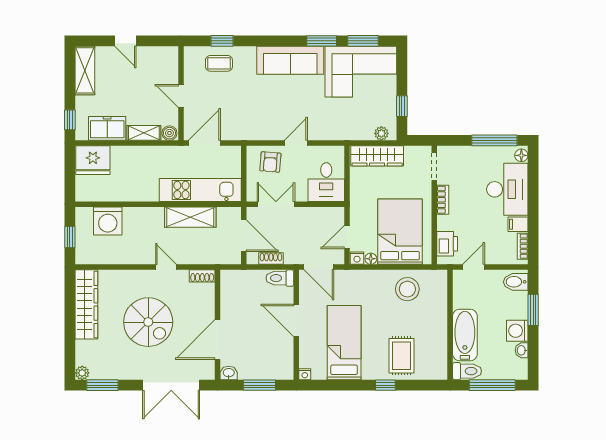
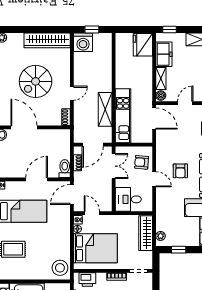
armchair: (283, 103) -> (180, 171), added
washing machine: (108, 221) -> (83, 42), moved, turned -90
stool: (407, 289) -> (60, 268), moved

